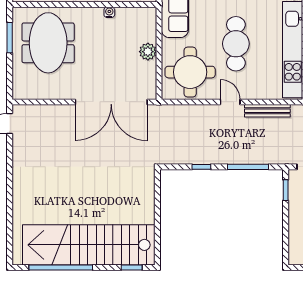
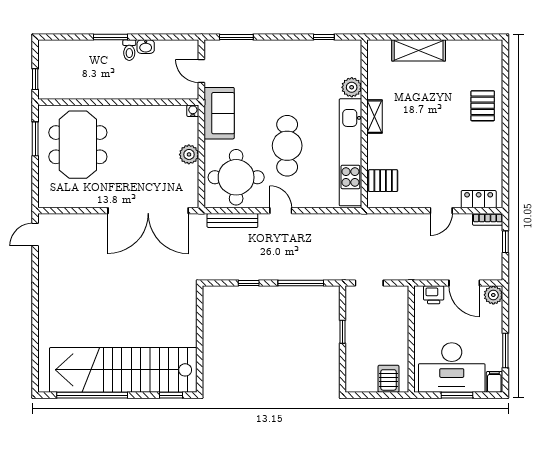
water cooler: (109, 12) -> (193, 111), moved
bench: (267, 111) -> (232, 220), moved
window: (286, 190) -> (343, 332), moved

